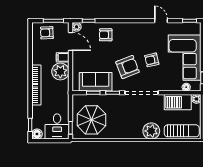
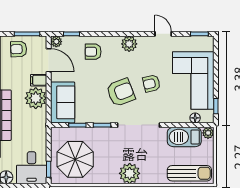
plant: (134, 29) -> (129, 44), added
sofa: (96, 82) -> (63, 102), moved, turned 90
plant: (151, 131) -> (130, 173), moved

